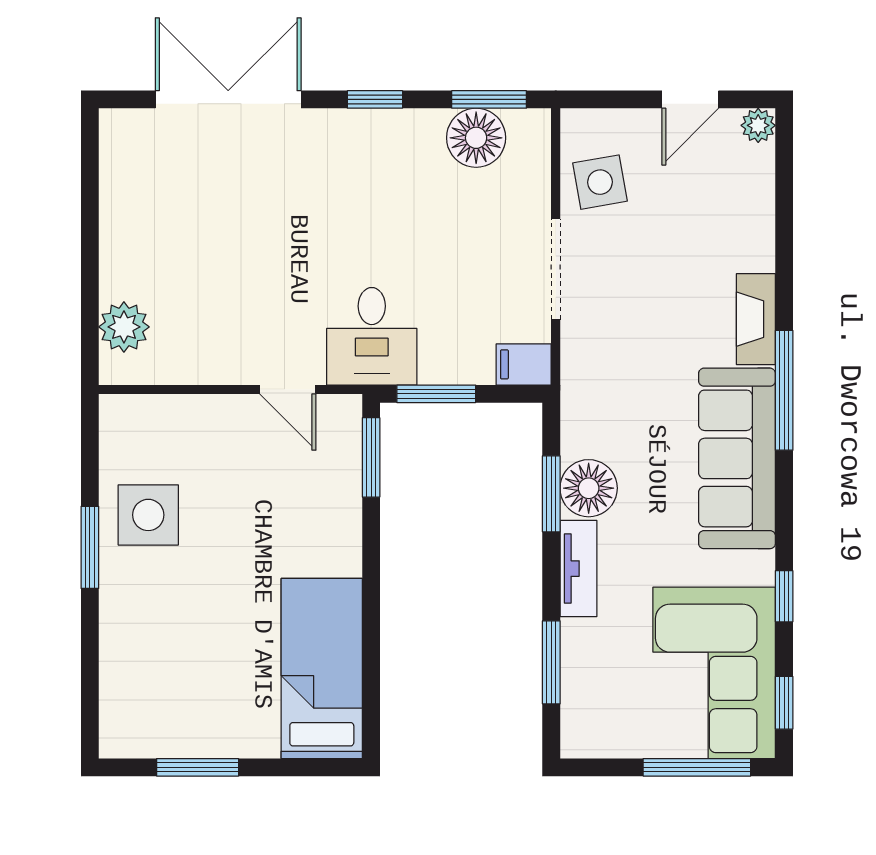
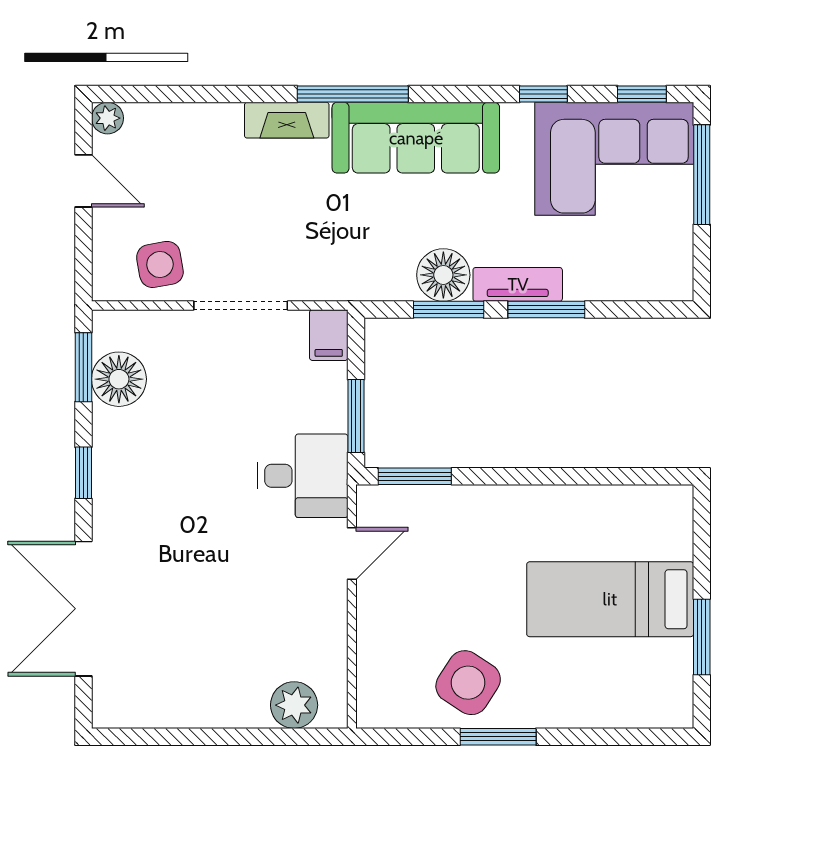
side table: (148, 515) -> (468, 683), turned 33
window: (551, 662) -> (546, 310), moved
bed: (322, 668) -> (610, 599), moved

